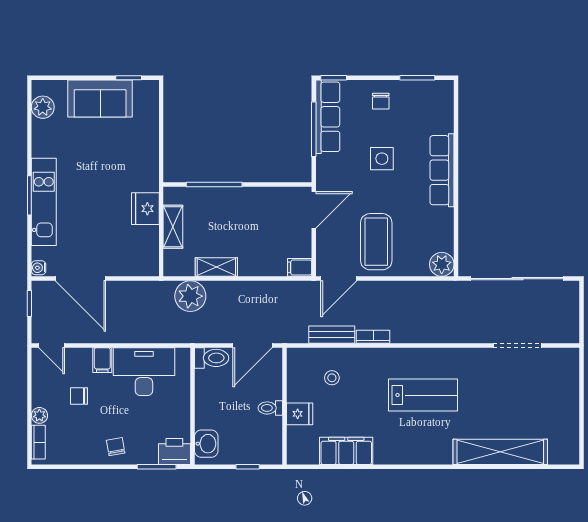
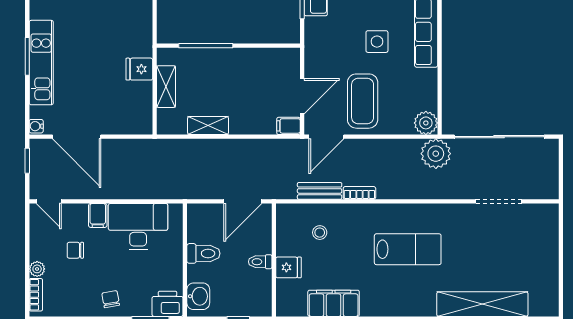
side table: (382, 159) -> (377, 42), moved
fridge: (145, 209) -> (139, 69), width x0.72
door: (314, 210) -> (302, 96), moved
plant: (190, 296) -> (436, 154), moved
toilet: (212, 358) -> (203, 253), moved

